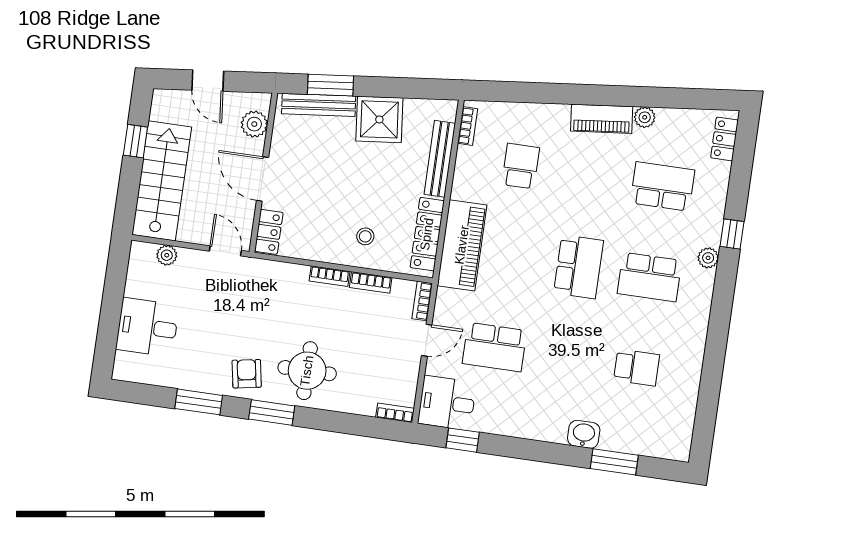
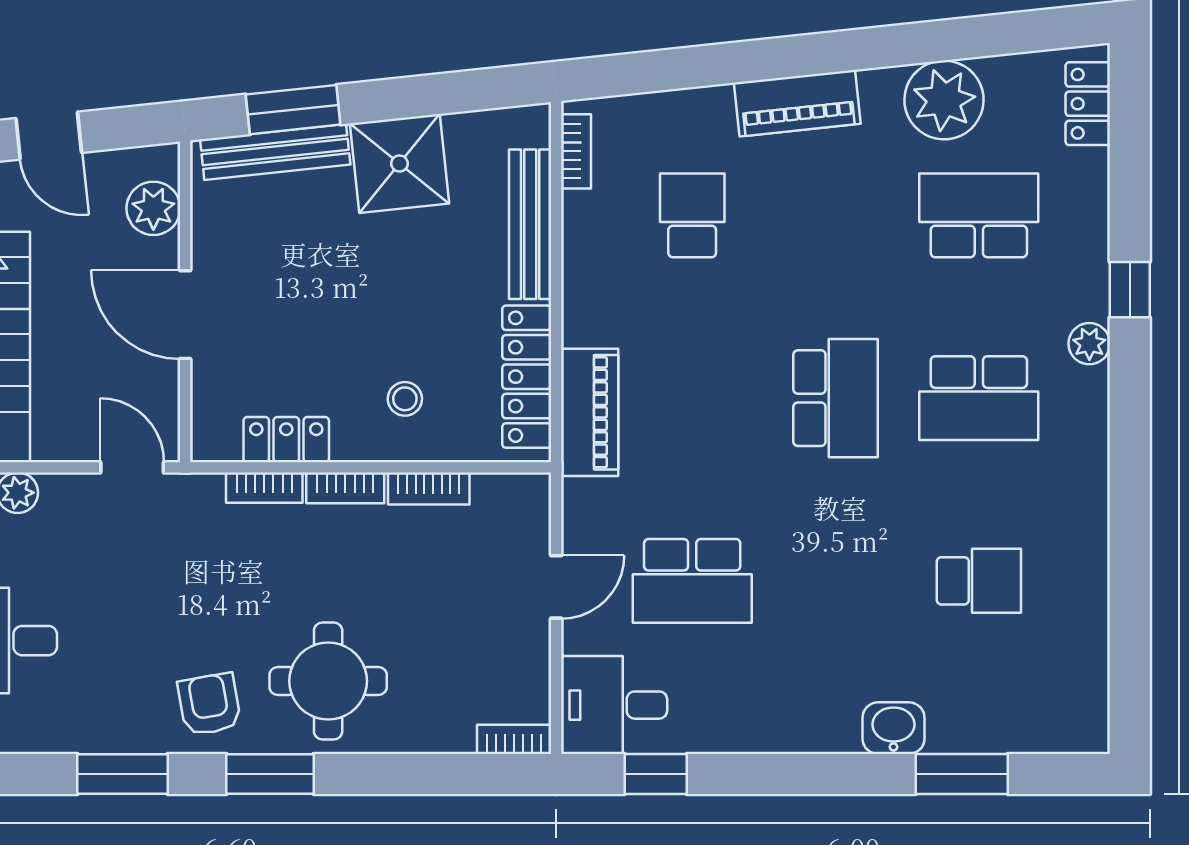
plant: (645, 117) -> (944, 100), width x1.87, depth x1.87
piano: (602, 119) -> (797, 103), moved
locker: (269, 232) -> (286, 440), moved, turned -90
piano: (462, 245) -> (590, 412), width x0.73, depth x0.75
bookcase: (422, 301) -> (264, 488), moved, turned -90

